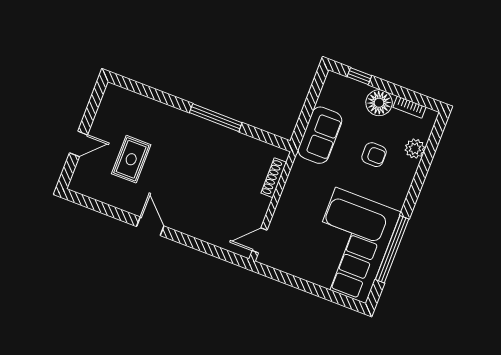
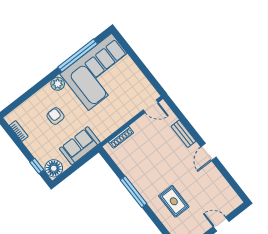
floor lamp: (379, 103) -> (54, 168), moved
plant: (415, 149) -> (58, 84), moved
rug: (131, 159) -> (174, 201), moved, turned 90
bench: (196, 230) -> (184, 134), added

